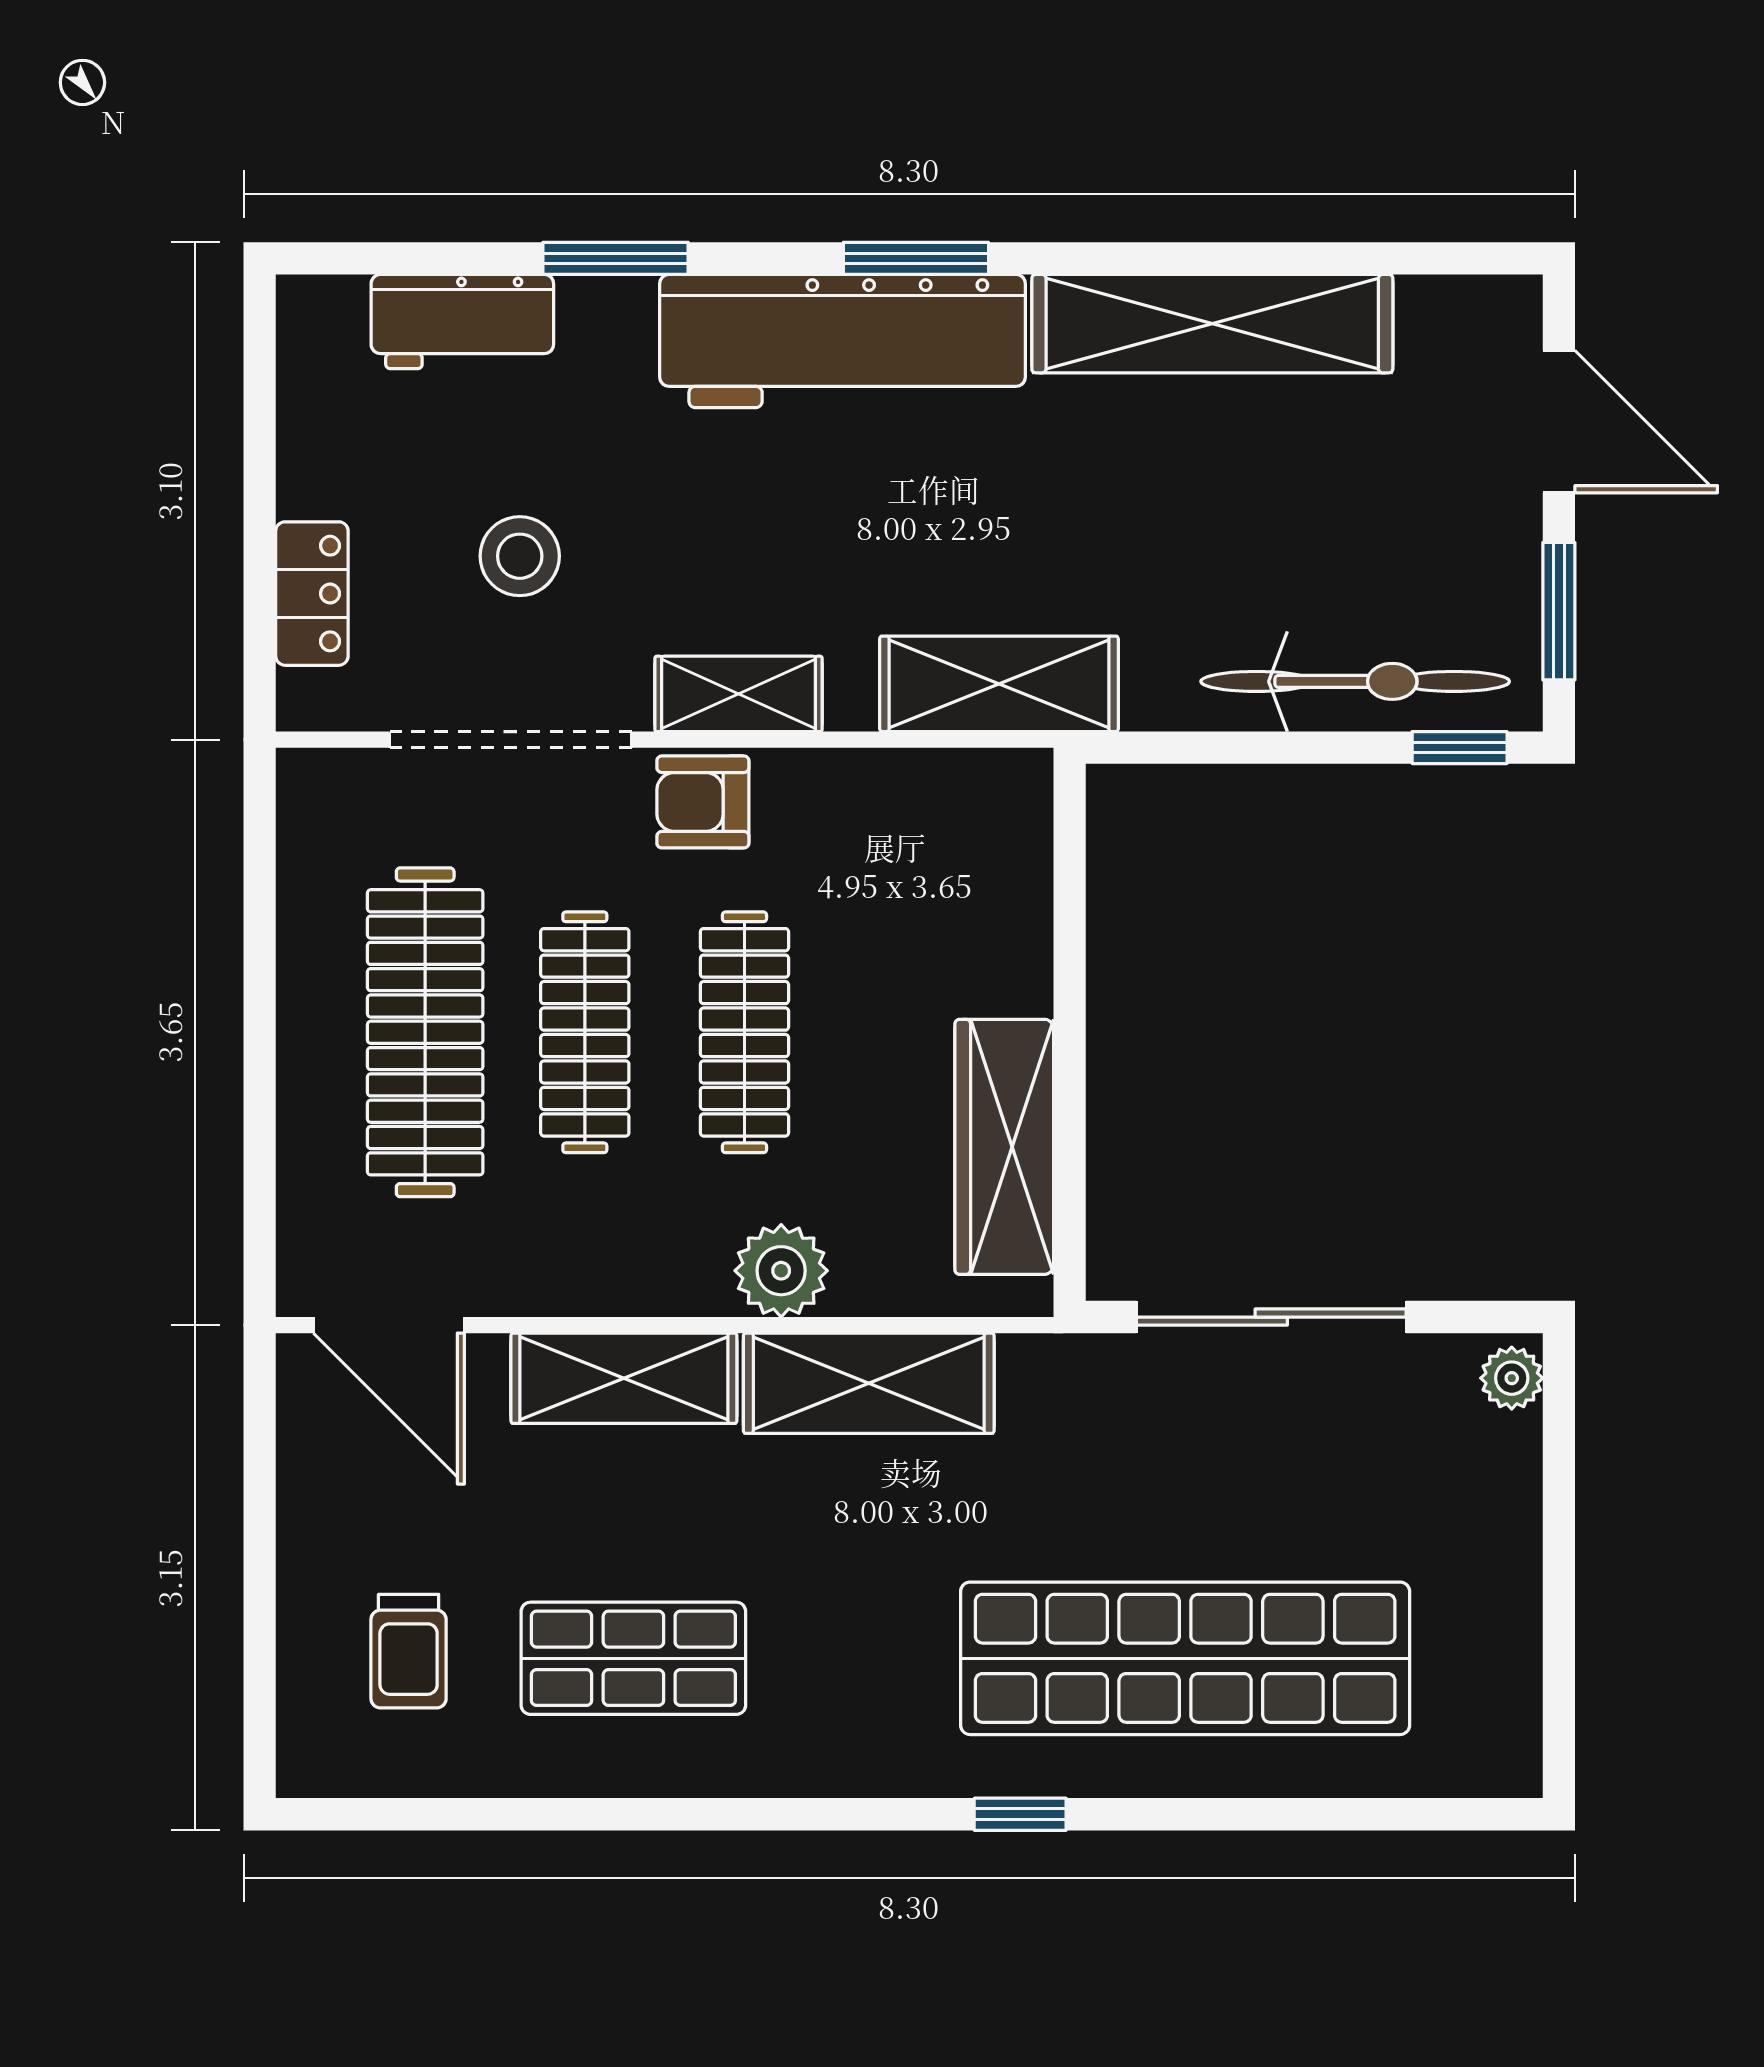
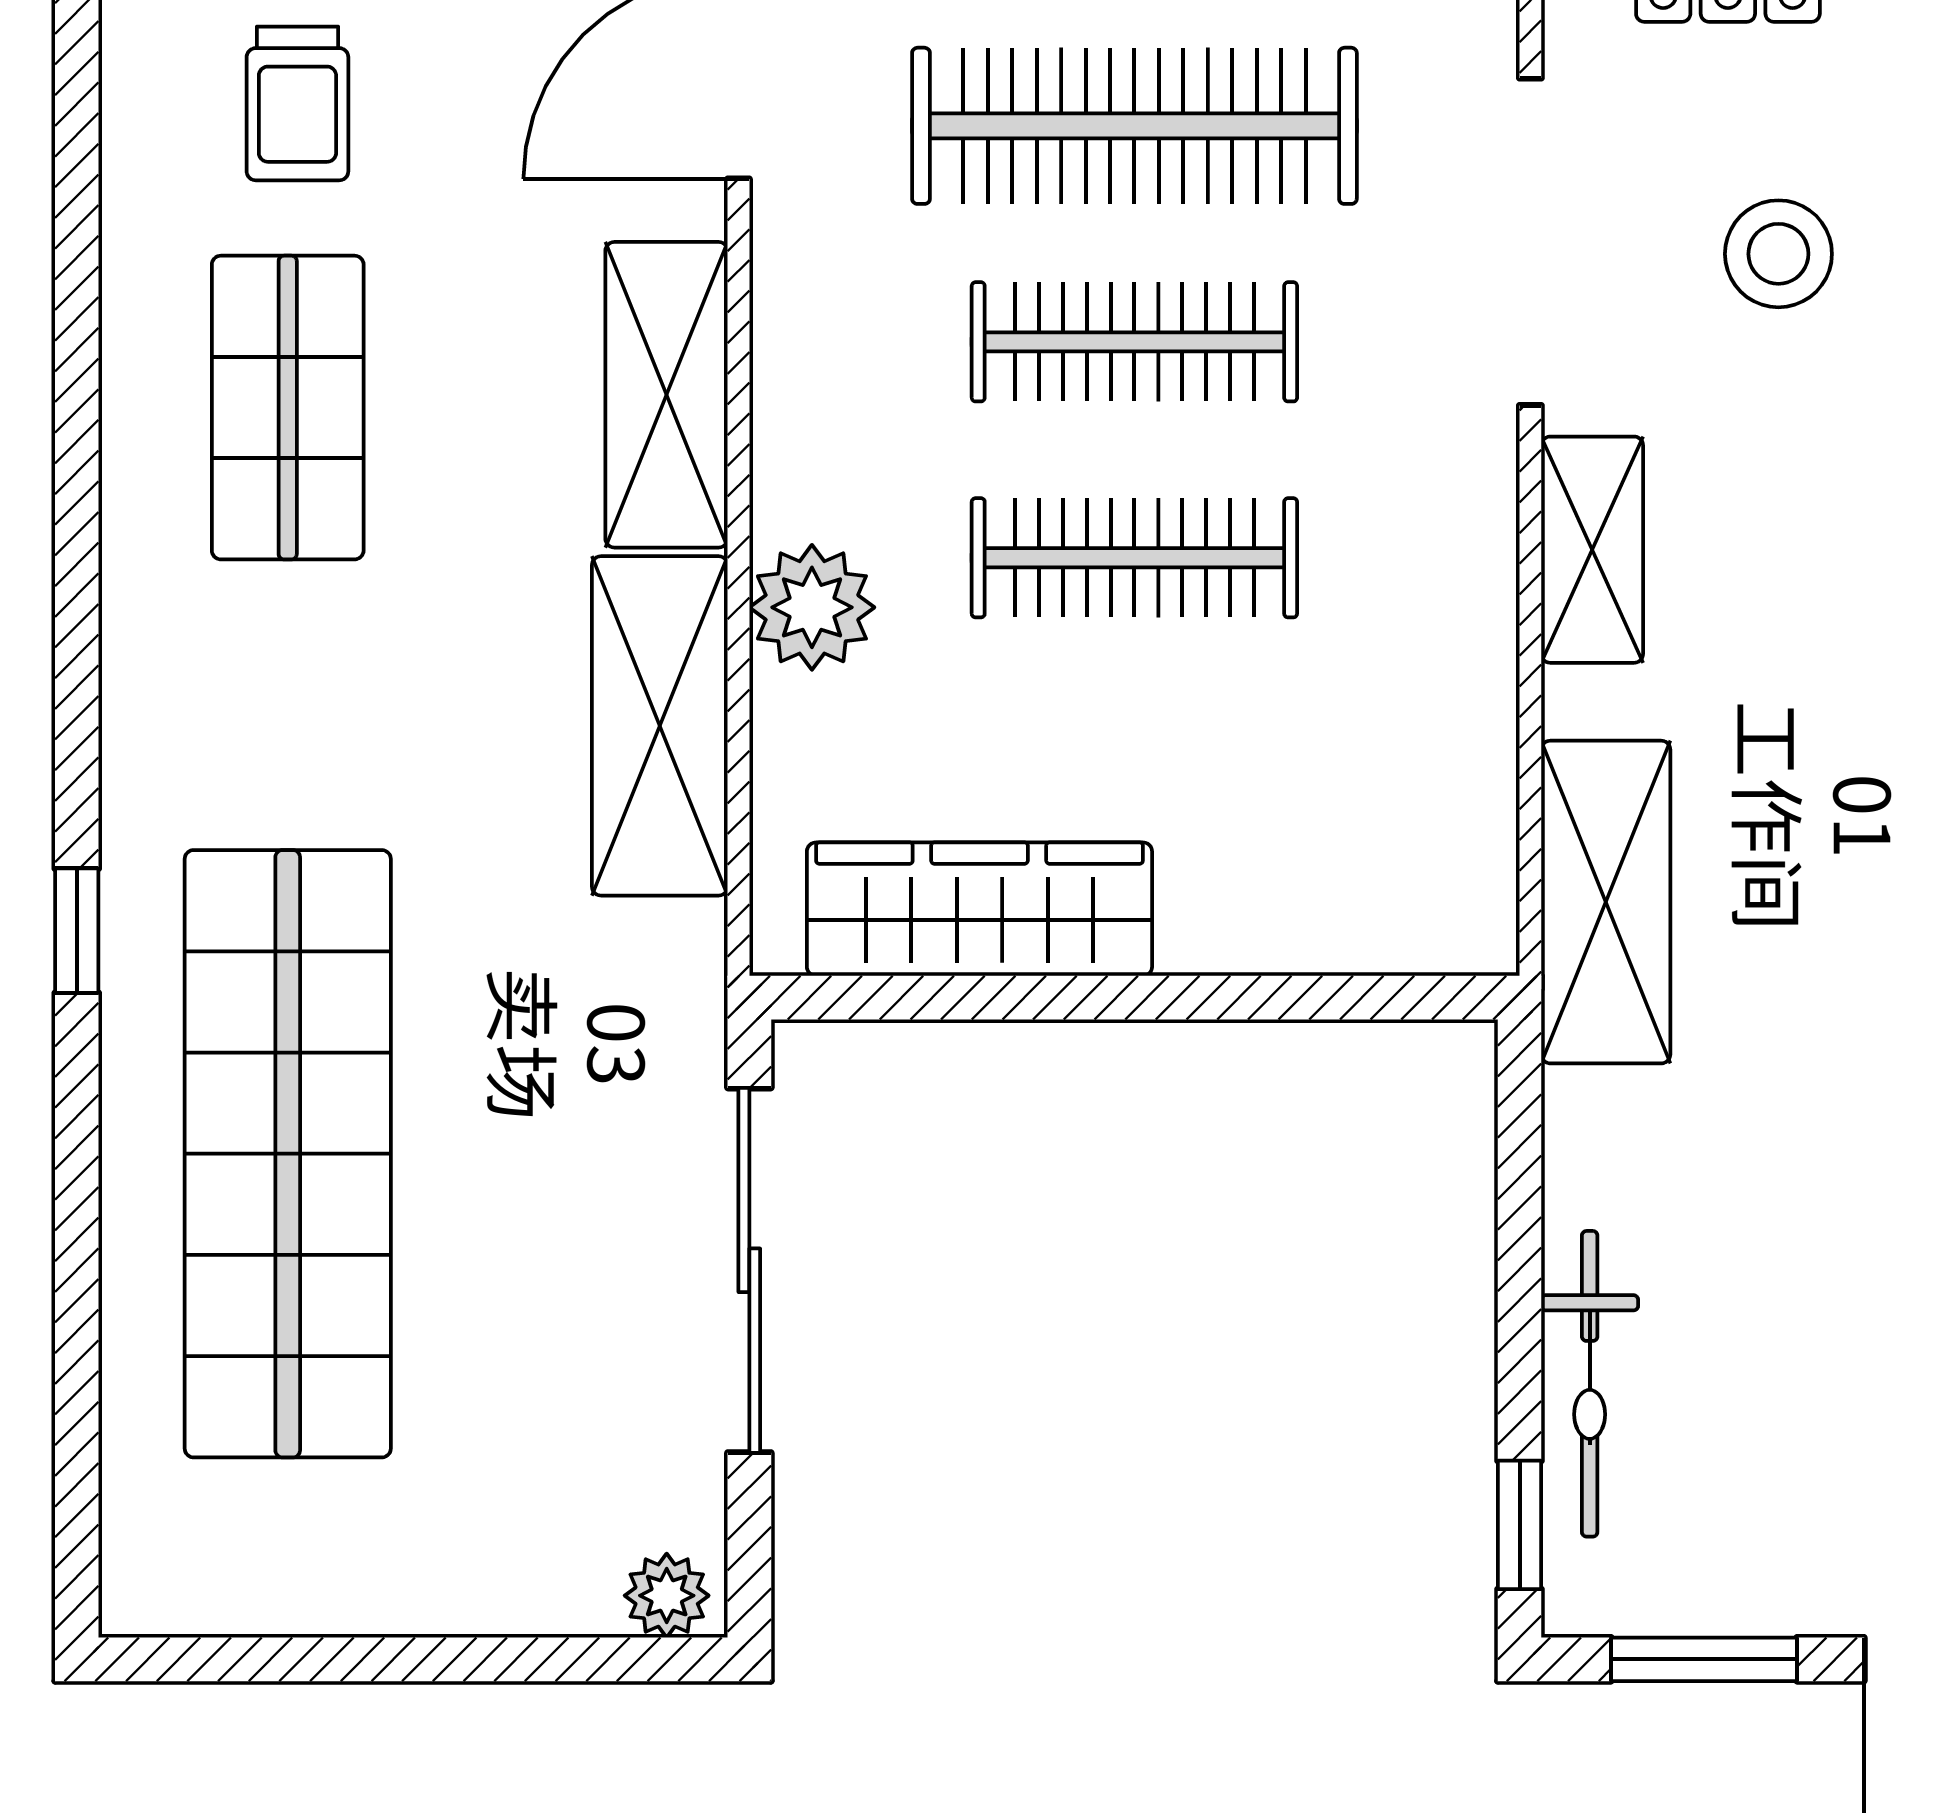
bicycle: (1355, 681) -> (1590, 1384), width x0.73, depth x0.71
armchair: (703, 802) -> (1446, 502), removed
trolley: (409, 1651) -> (297, 103), turned -90

